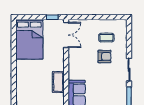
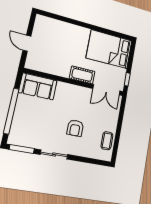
coffee table: (106, 38) -> (107, 141), moved
cot: (58, 82) -> (82, 75), moved

